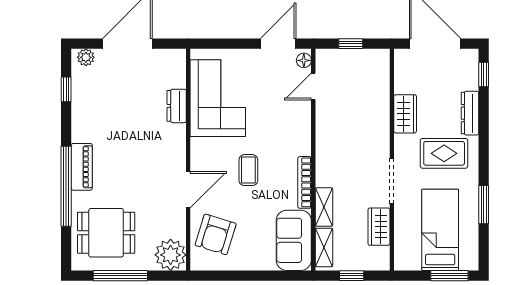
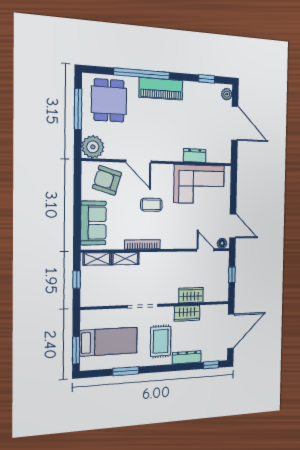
piano: (82, 167) -> (161, 89), width x1.37, depth x1.33
wardrobe: (379, 227) -> (191, 295), moved
sofa: (294, 240) -> (93, 223), moved, turned 90

